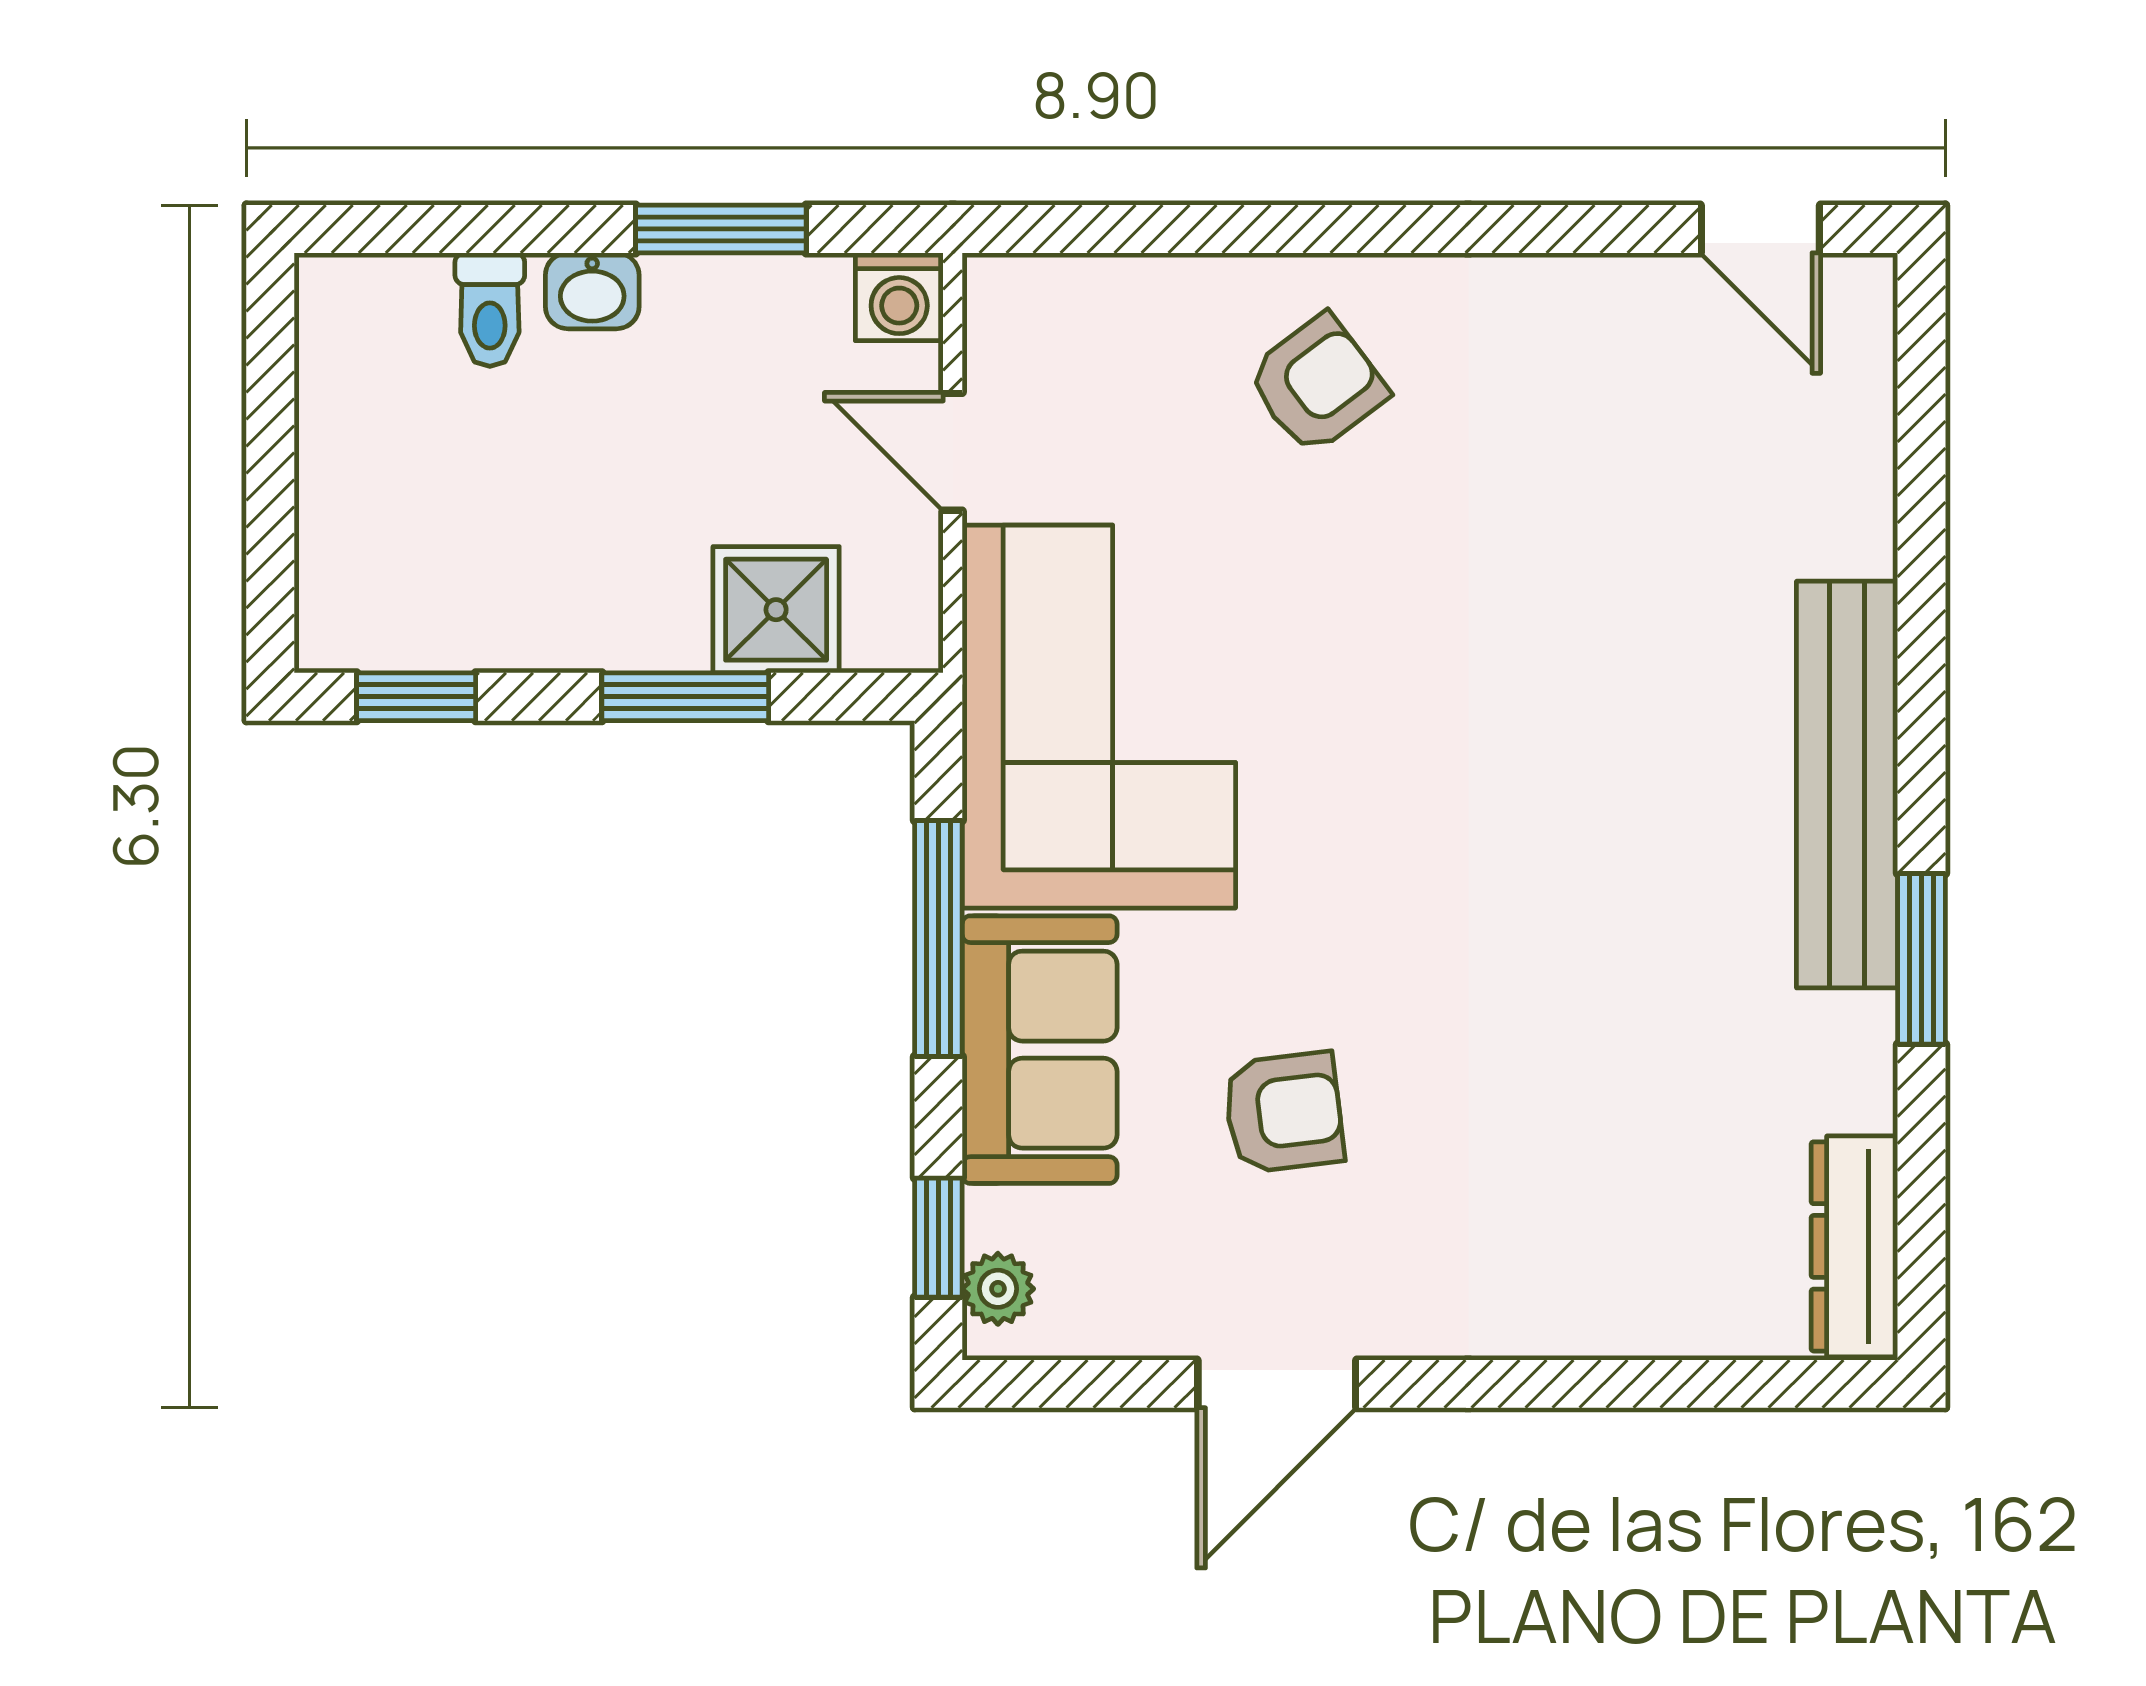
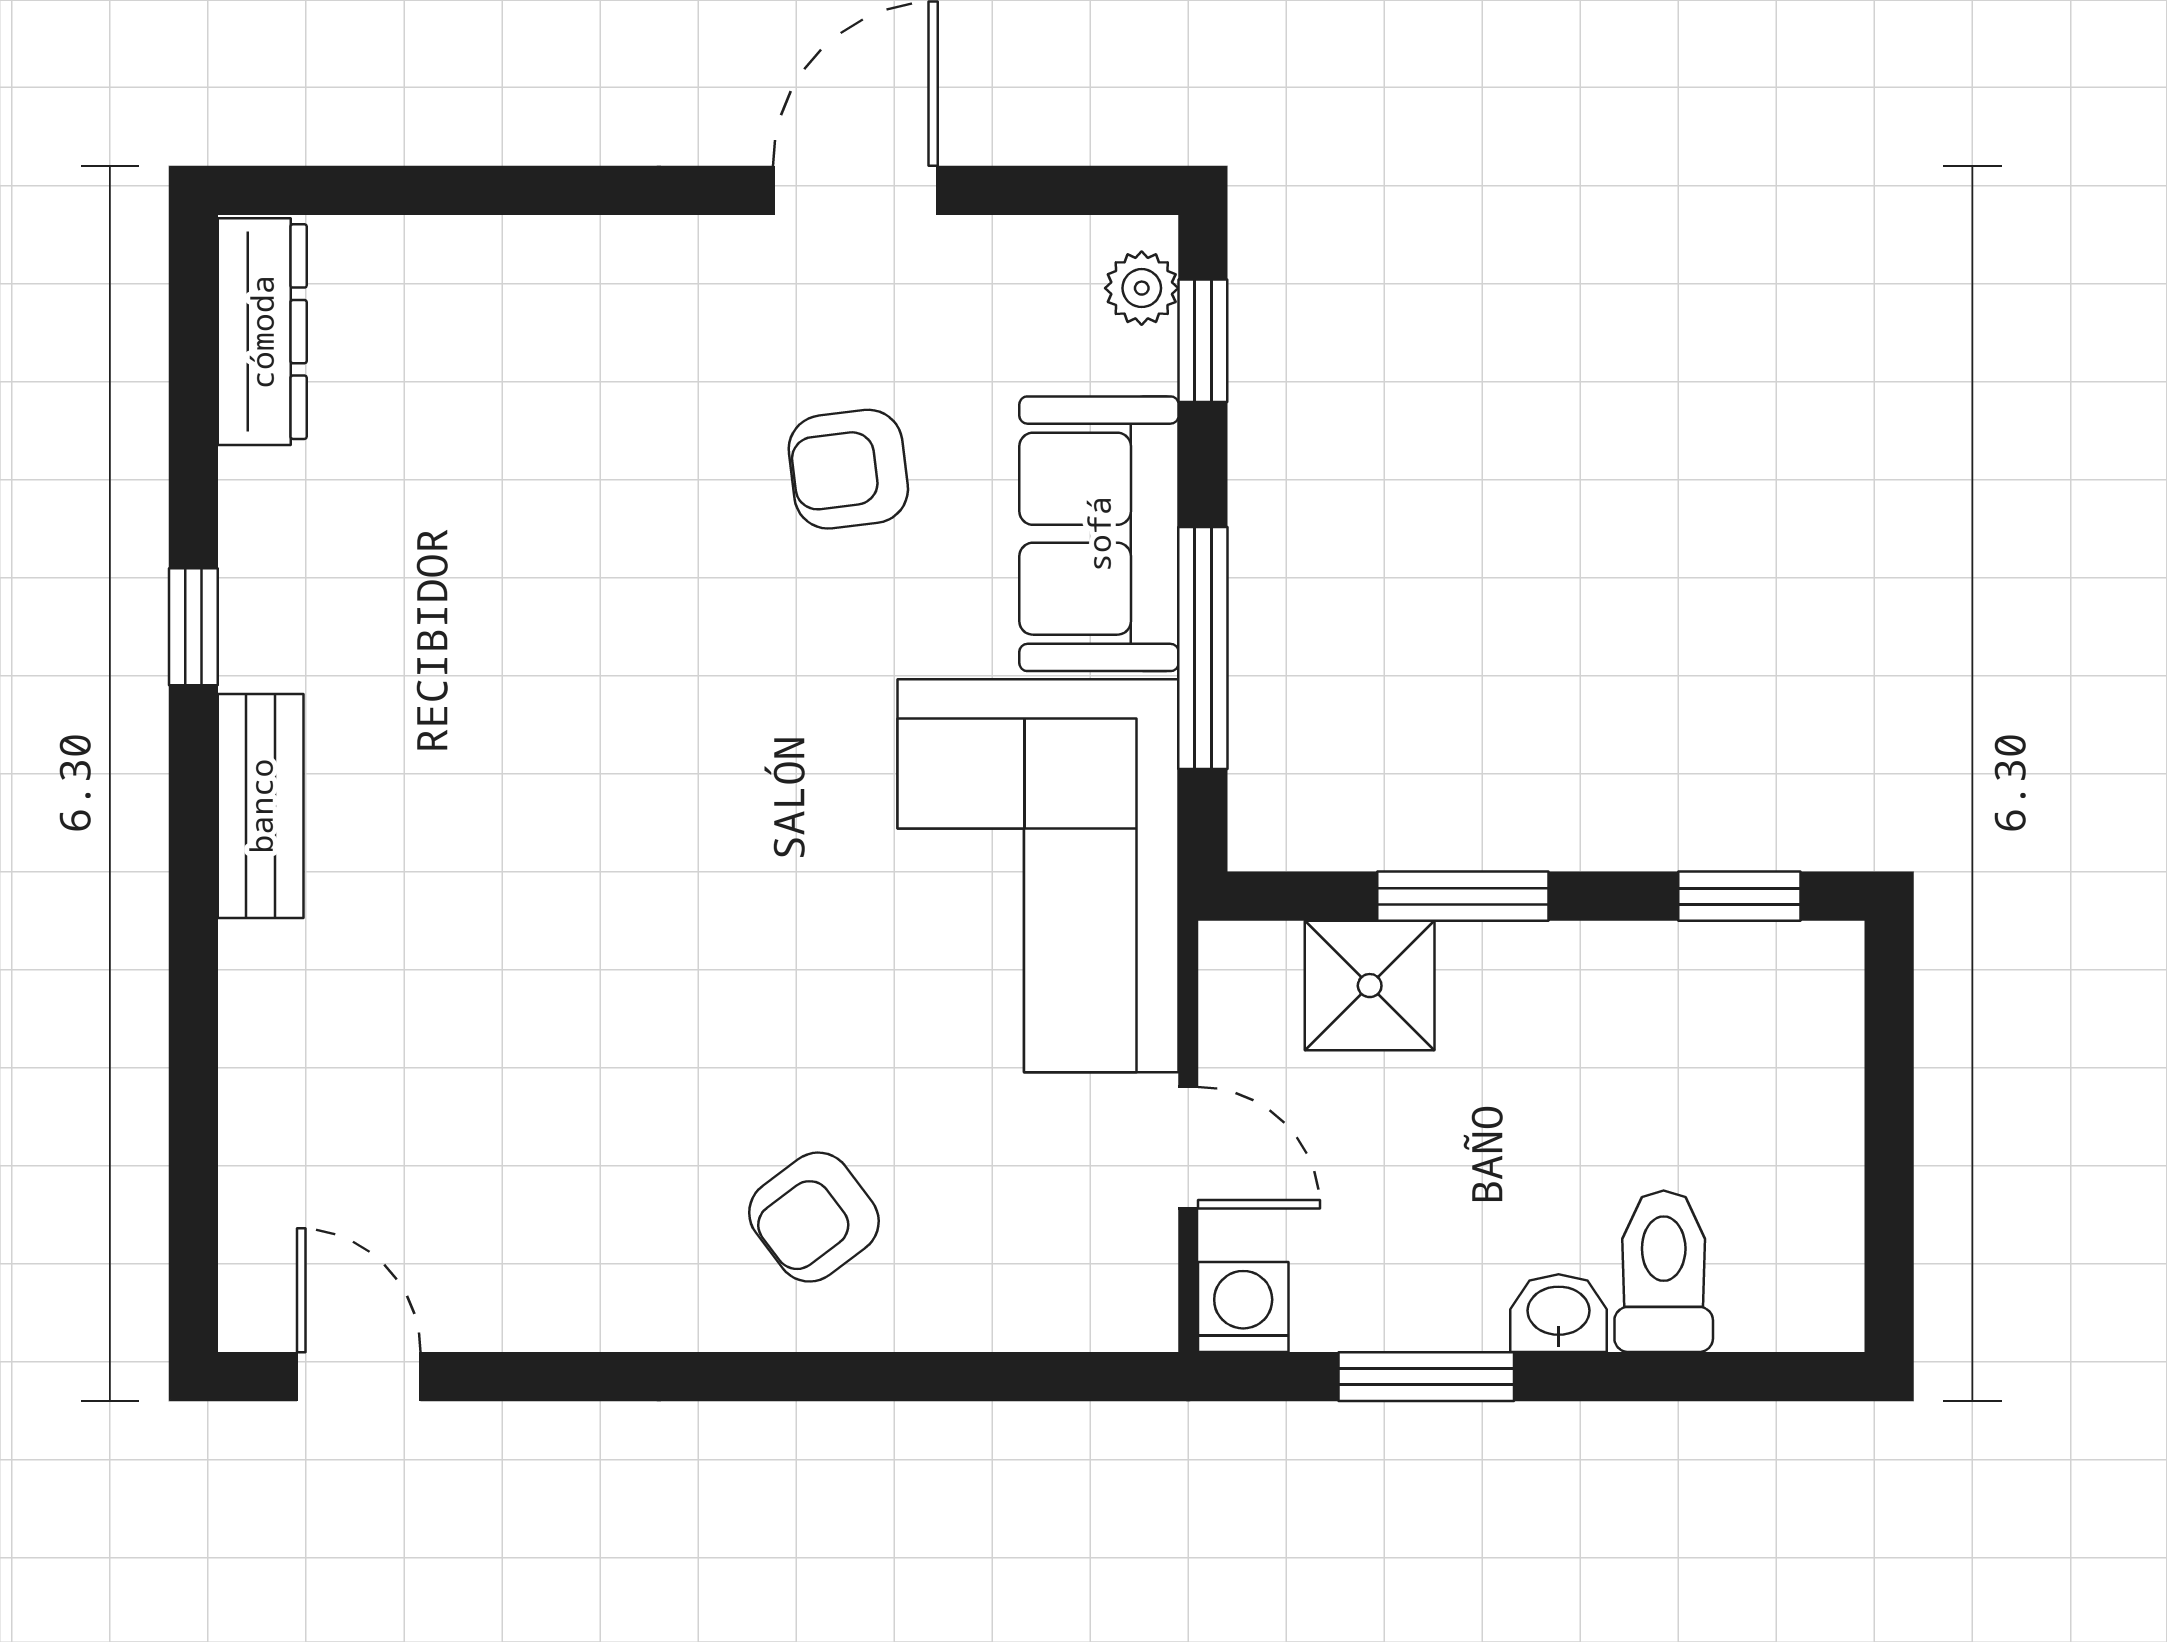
toilet: (490, 310) -> (1664, 1271), width x1.37, depth x1.39
bench: (1847, 785) -> (261, 806), width x0.54, depth x0.82
window: (1921, 959) -> (193, 627), width x0.67

